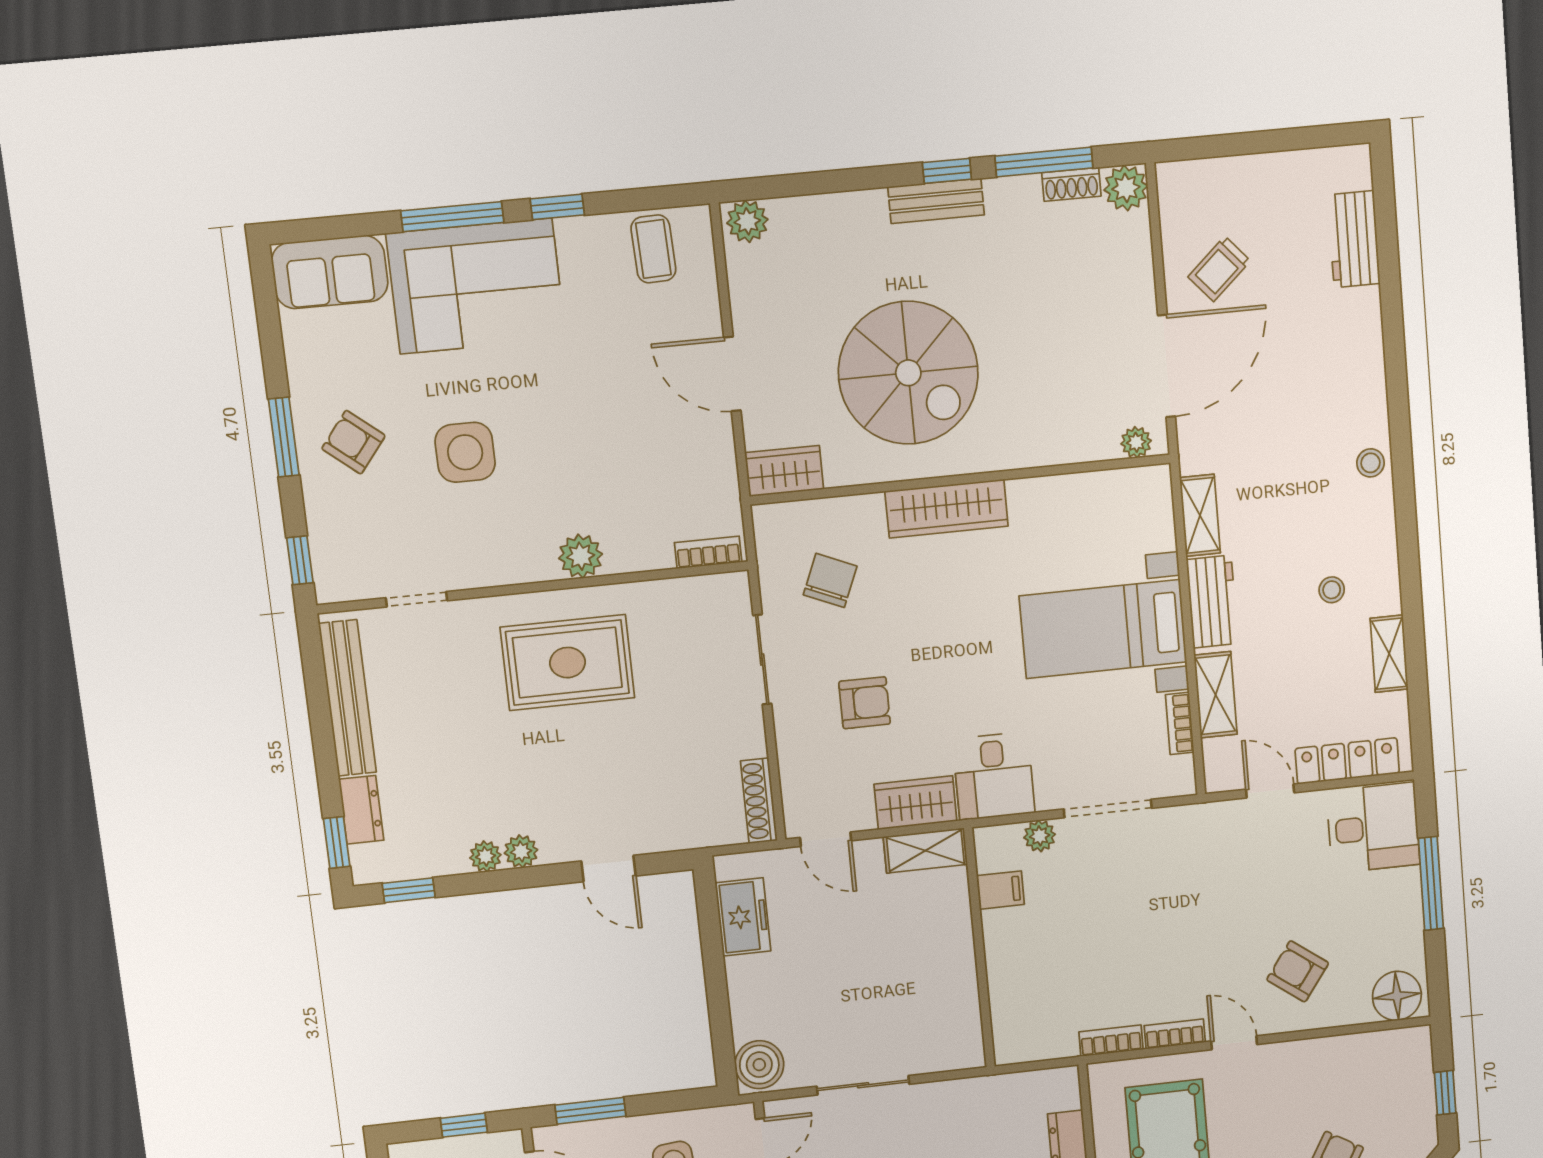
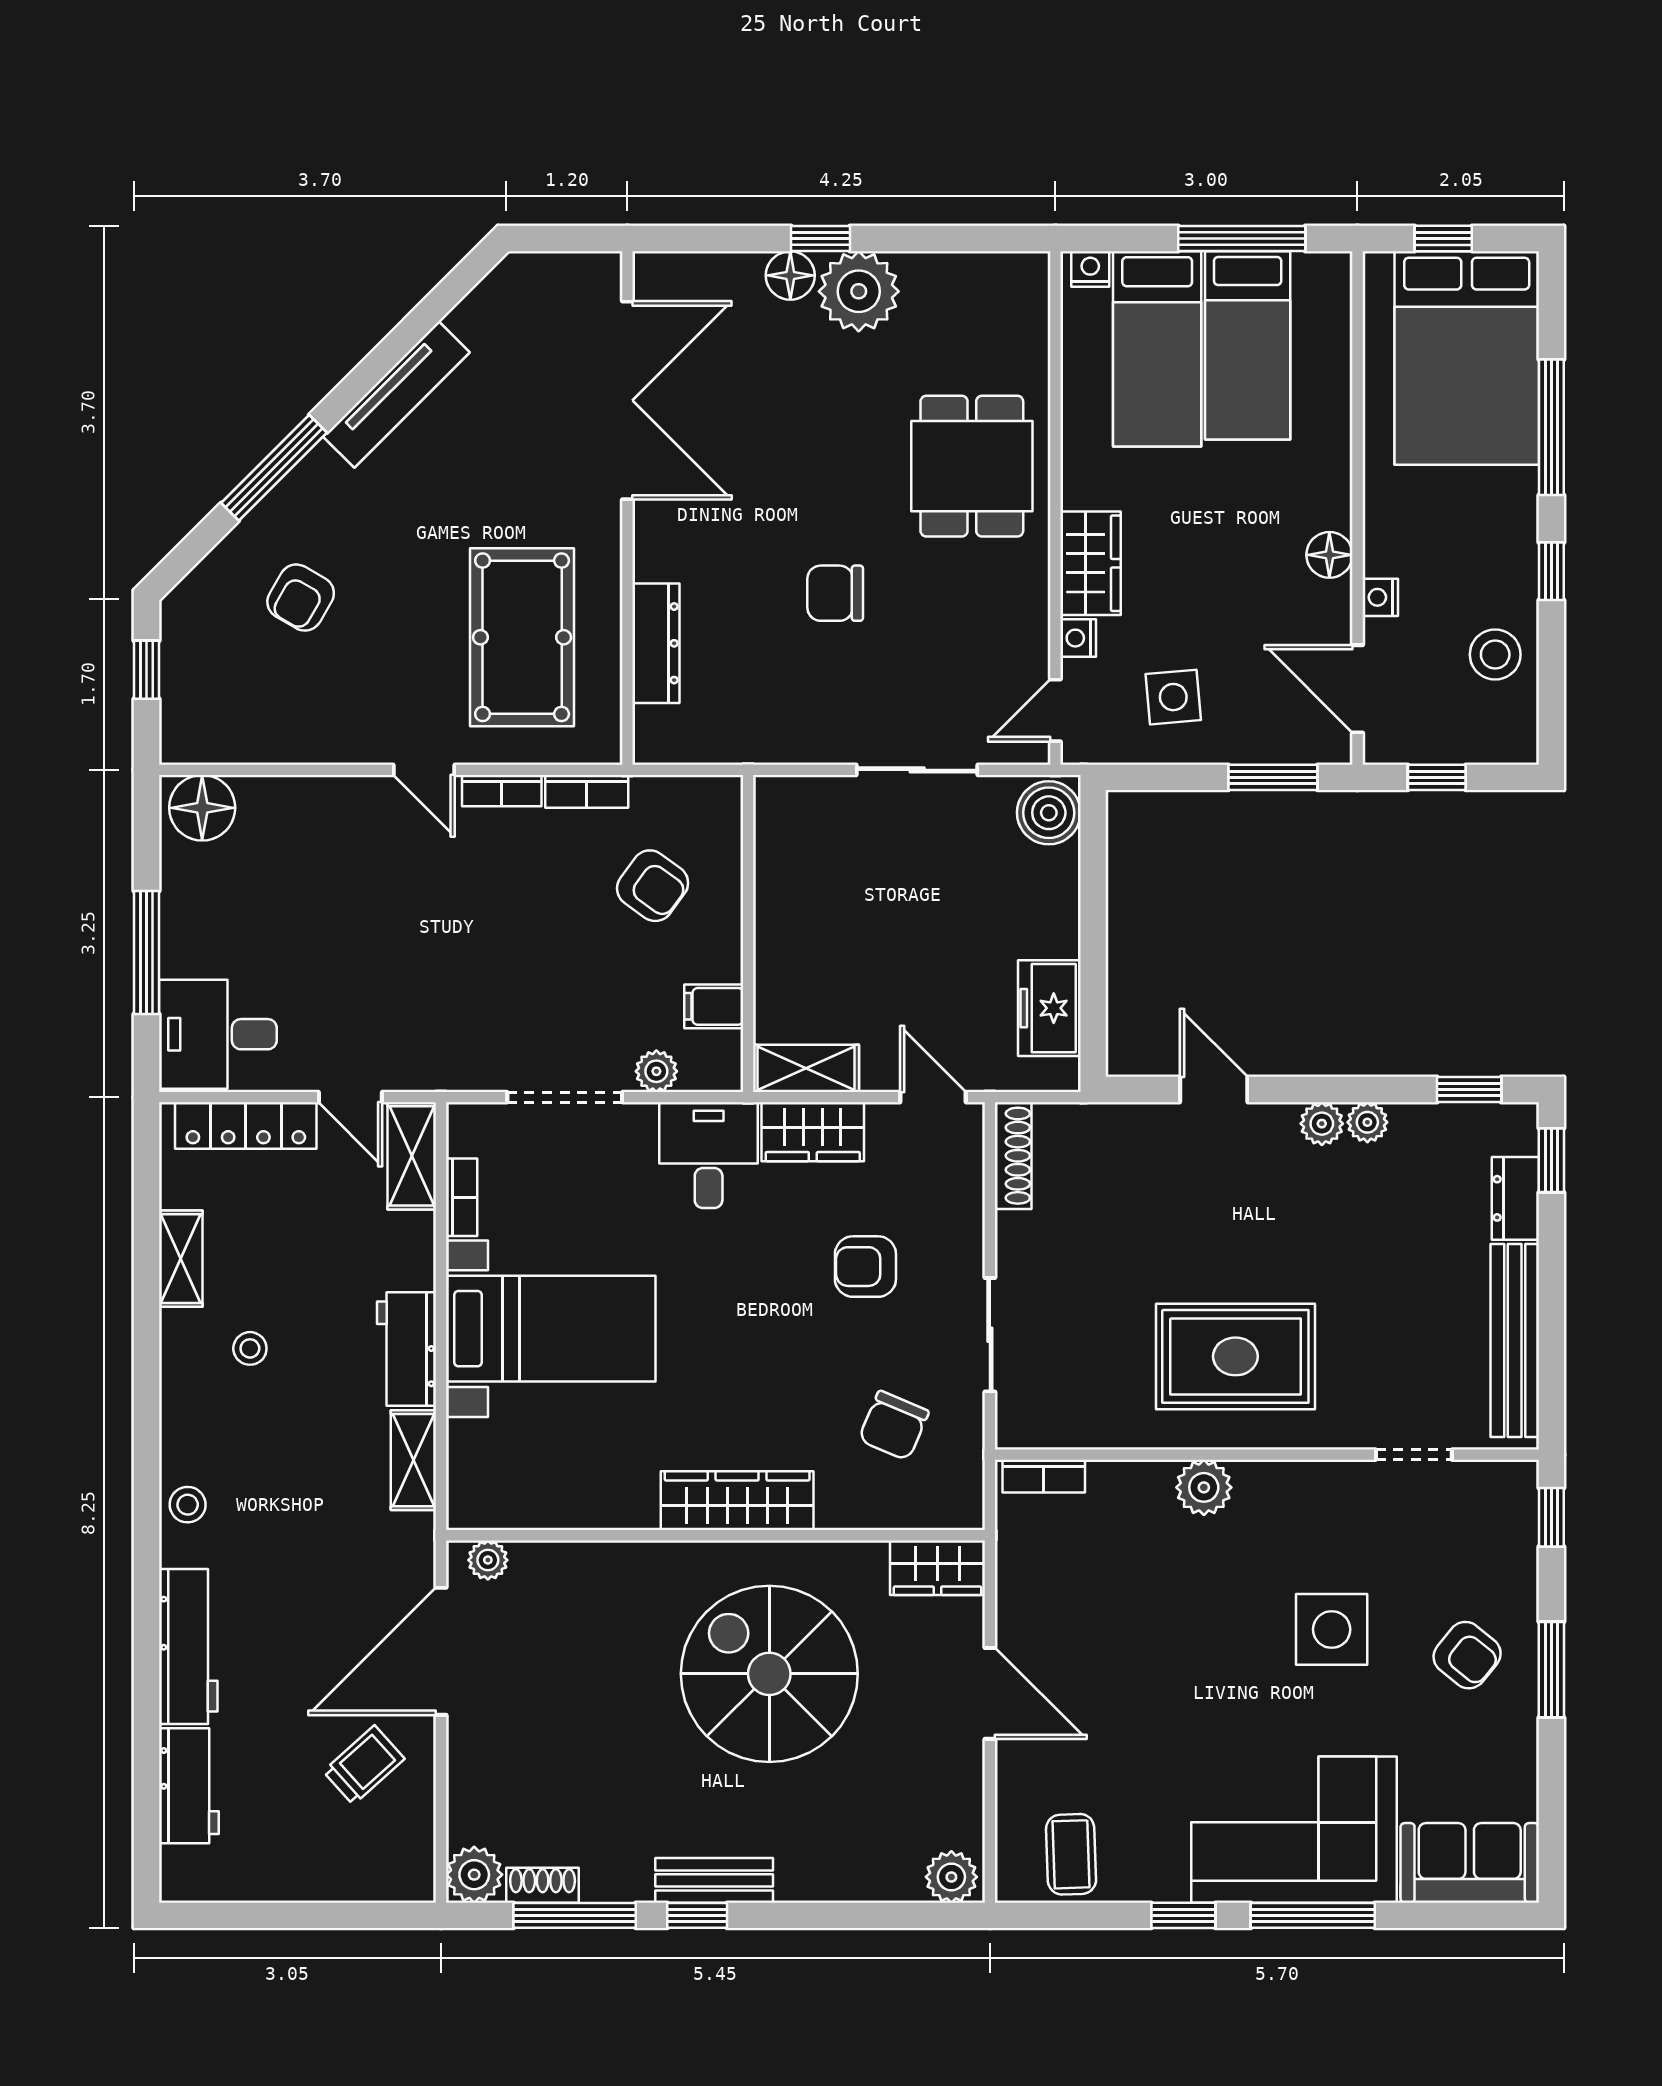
workbench: (1362, 351) -> (188, 1646), added
shelving: (1216, 695) -> (412, 1156), moved
armchair: (1298, 971) -> (653, 886), moved

